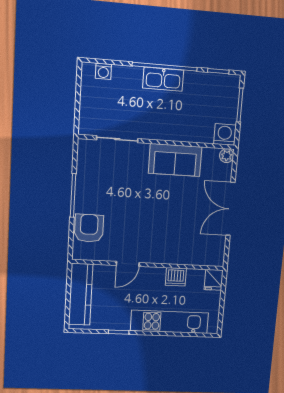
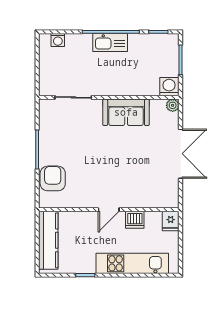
double door: (230, 209) -> (181, 154), swing flipped
door: (128, 264) -> (109, 210), moved

